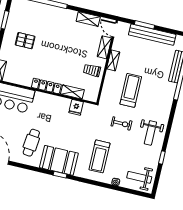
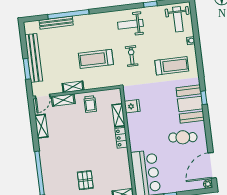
locker: (46, 86) -> (121, 138), width x0.66
weight bench: (150, 133) -> (130, 24), turned 180

